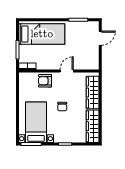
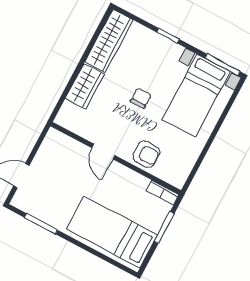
door: (67, 71) -> (103, 152), hinge flipped
wardrobe: (93, 92) -> (85, 86), width x0.67

